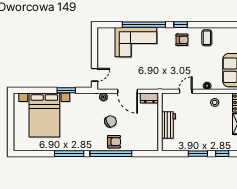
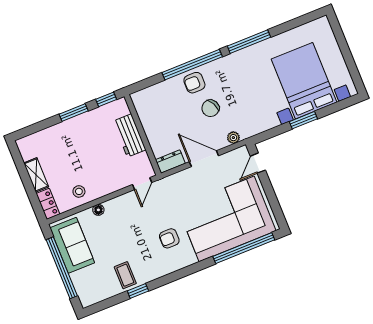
window: (144, 25) -> (244, 248), moved
window: (181, 25) -> (138, 291), moved
armchair: (182, 40) -> (169, 238), moved
corner sofa: (136, 42) -> (227, 219), width x1.36, depth x1.36
window: (66, 90) -> (303, 120), moved
door: (186, 91) -> (142, 184), moved
window: (222, 154) -> (106, 99), moved

